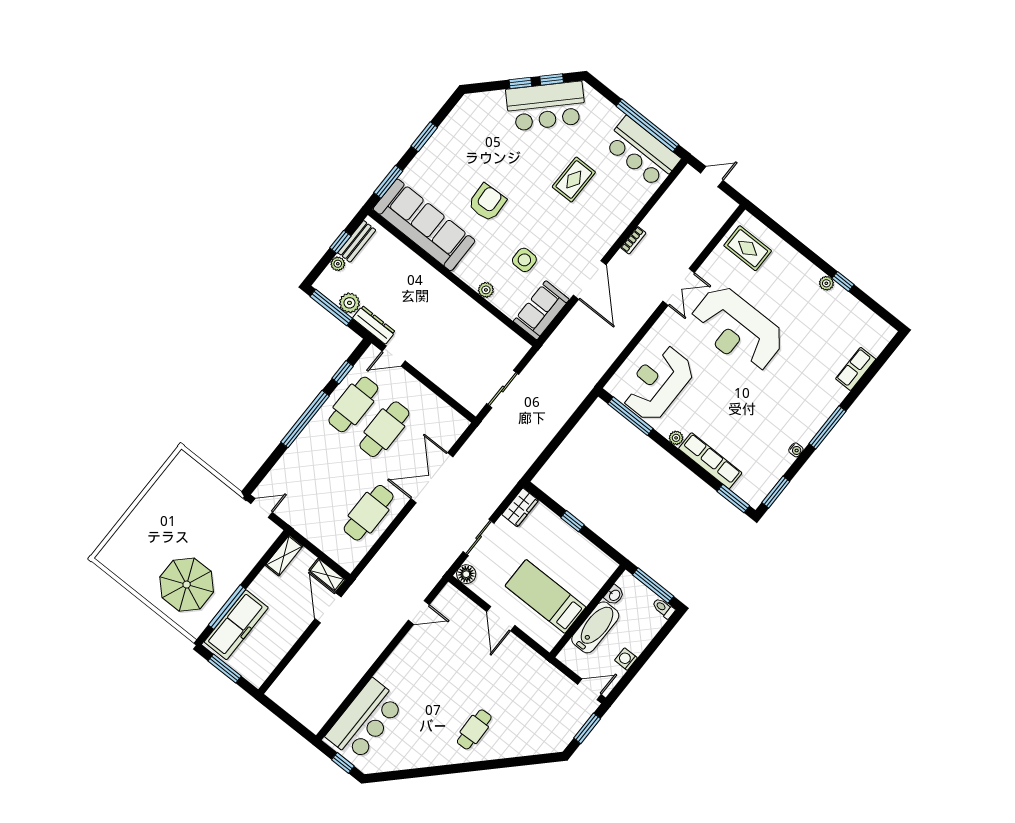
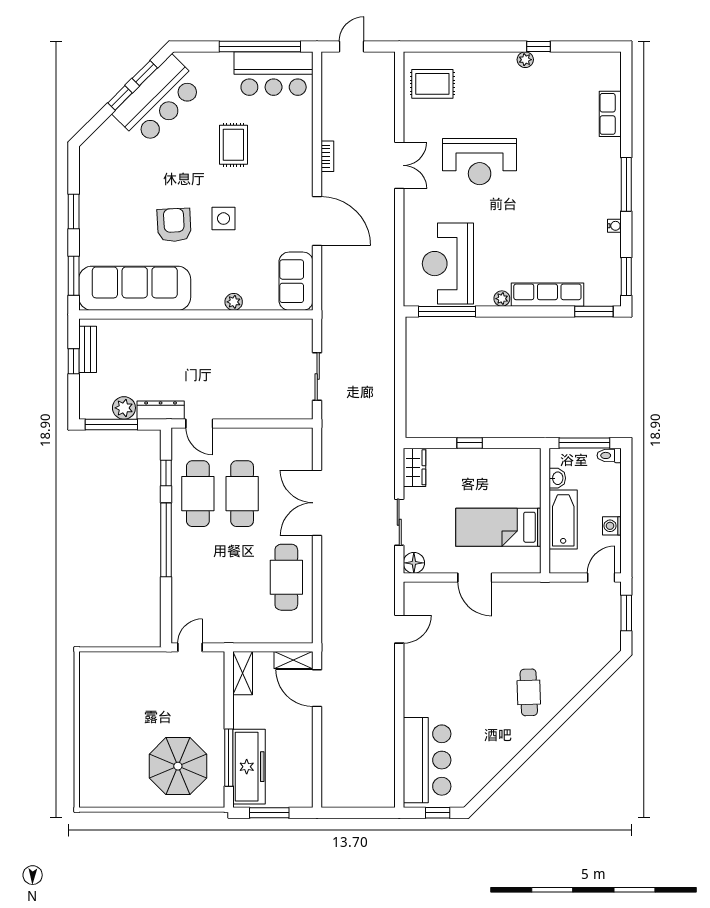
side table: (524, 260) -> (224, 219), moved
plant: (338, 264) -> (87, 382), removed
reception desk: (737, 329) -> (480, 162), width x0.74, depth x0.77
door: (394, 356) -> (199, 423), hinge flipped

